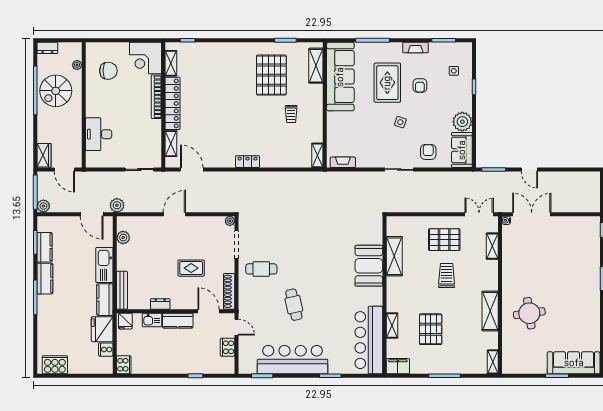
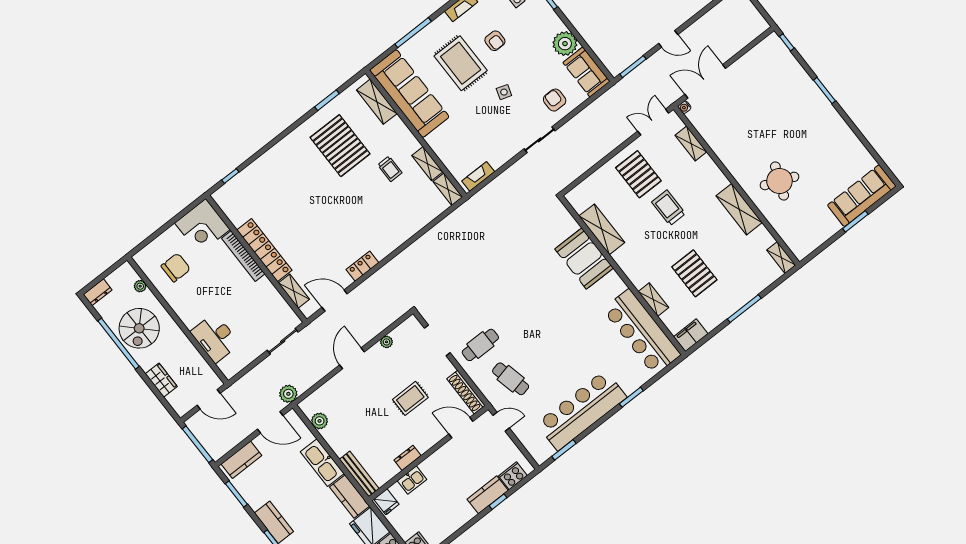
shelving: (171, 63) -> (427, 164), moved
wardrobe: (44, 155) -> (161, 380), moved
locker: (247, 162) -> (362, 266), moved
plant: (43, 206) -> (216, 452), removed
plant: (230, 221) -> (387, 342), moved
pallet: (444, 240) -> (638, 174), turned 90
kitchen counter: (45, 247) -> (241, 460), moved, turned 90
cafe table: (294, 305) -> (511, 379), moved
round table: (529, 313) -> (780, 181), turned 30
kitchen counter: (178, 321) -> (488, 495), moved, turned 180
cooker: (228, 347) -> (513, 476), moved, turned 90

